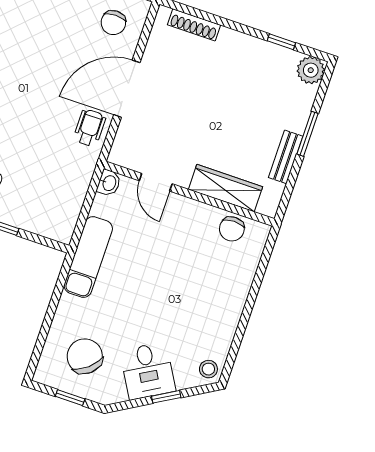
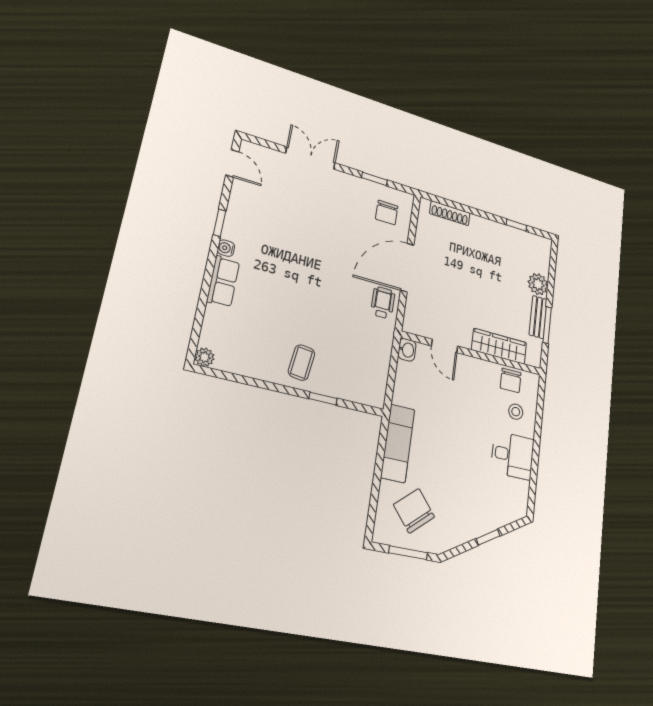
plant: (311, 70) -> (538, 284), moved
window: (307, 134) -> (547, 325), moved
exam couch: (88, 257) -> (398, 443), moved
stool: (208, 369) -> (516, 412), moved
desk: (148, 371) -> (512, 455), moved, turned -60
window: (70, 398) -> (408, 553), width x1.50

